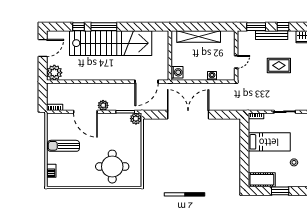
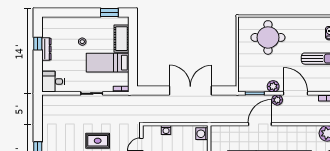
door: (146, 82) -> (260, 124), moved
double door: (188, 115) -> (190, 91), swing flipped
plant: (136, 119) -> (273, 86), moved
cot: (262, 180) -> (122, 39), moved, turned 90
window: (280, 191) -> (109, 13), moved

